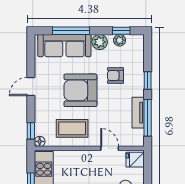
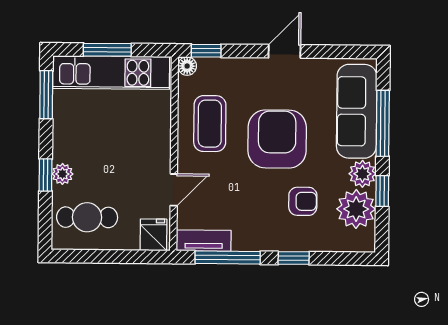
window: (121, 31) -> (382, 191), moved
plant: (120, 40) -> (356, 209), width x1.87, depth x1.87
armchair: (115, 76) -> (303, 201), turned 90
door: (31, 87) -> (285, 51), hinge flipped
tv unit: (138, 113) -> (204, 241), moved

